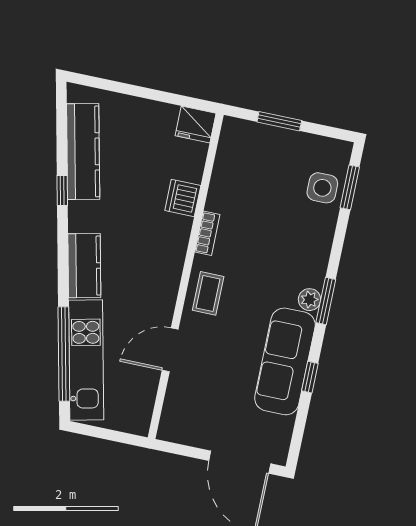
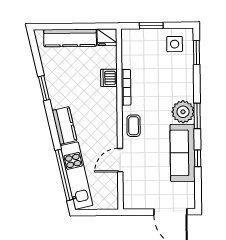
kitchen counter: (83, 152) -> (70, 38), moved, turned 102
side table: (322, 188) -> (175, 44), moved
window: (62, 191) -> (44, 88), width x1.50
bookcase: (207, 233) -> (126, 87), width x1.56
plant: (310, 300) -> (183, 112), width x1.88, depth x1.88

